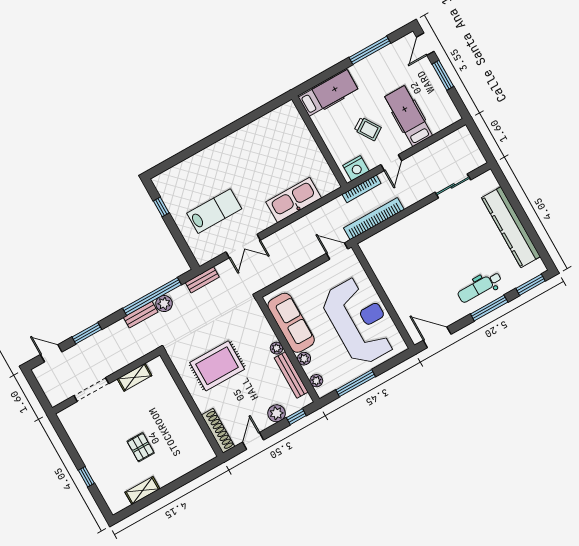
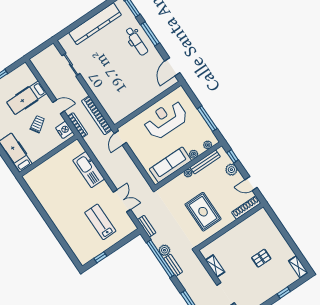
reception desk: (359, 321) -> (166, 119), width x0.74, depth x0.77
shelving: (142, 491) -> (298, 267), moved

